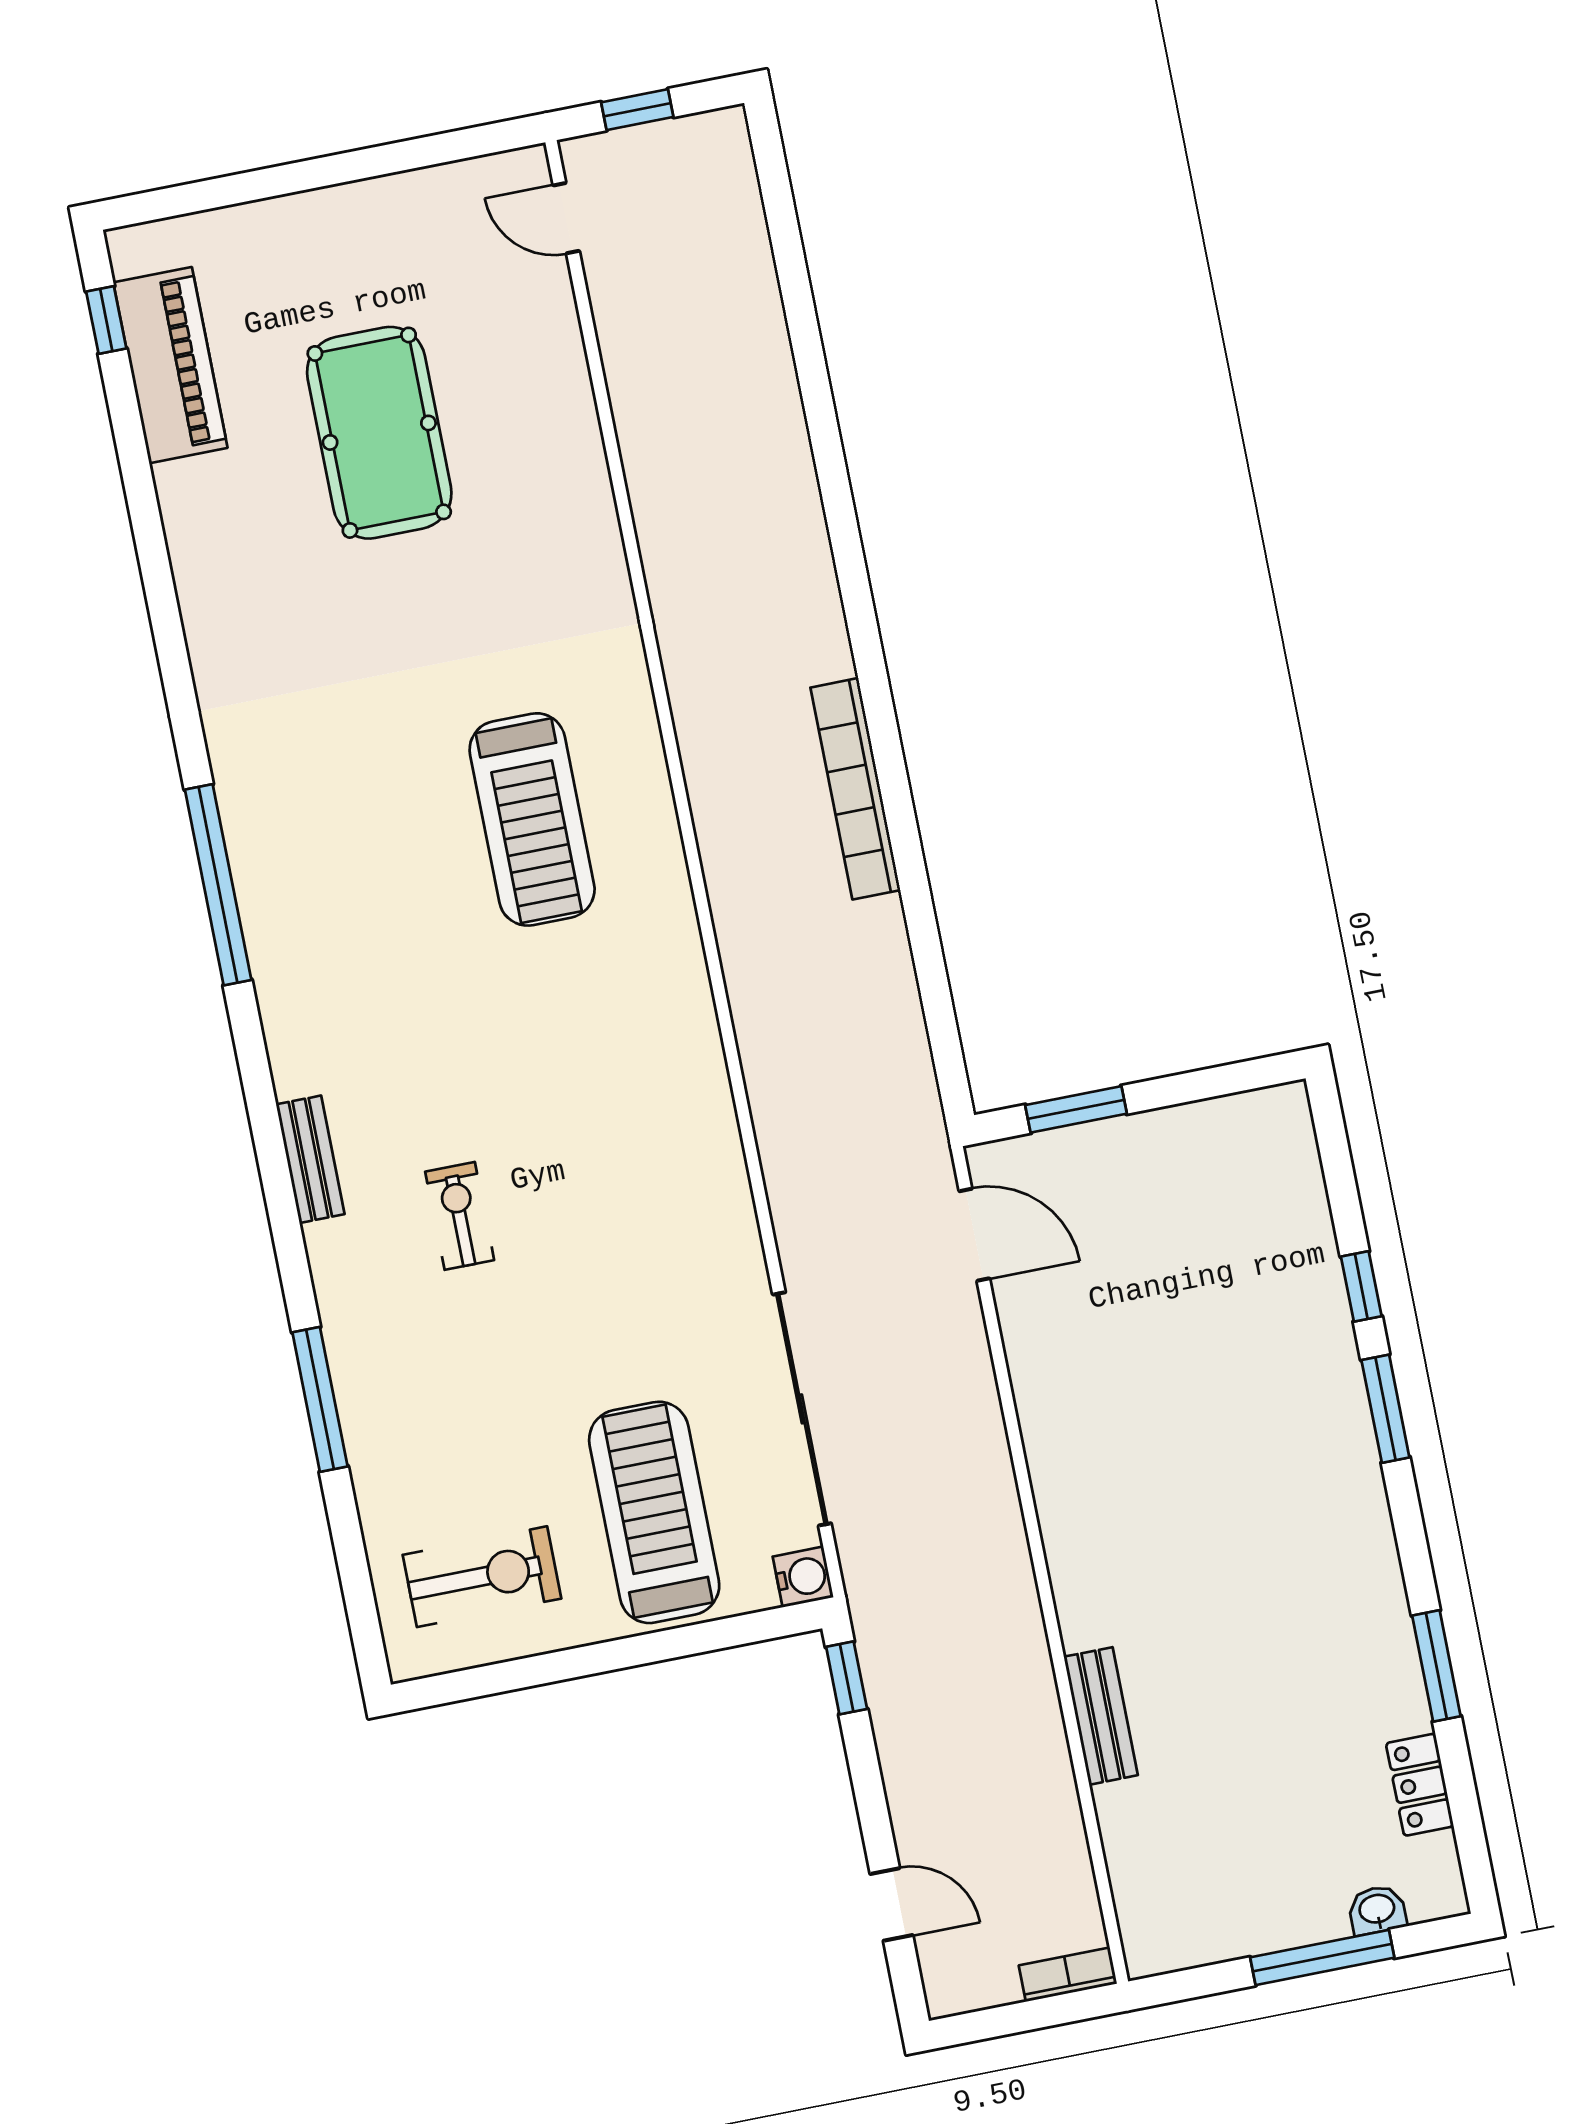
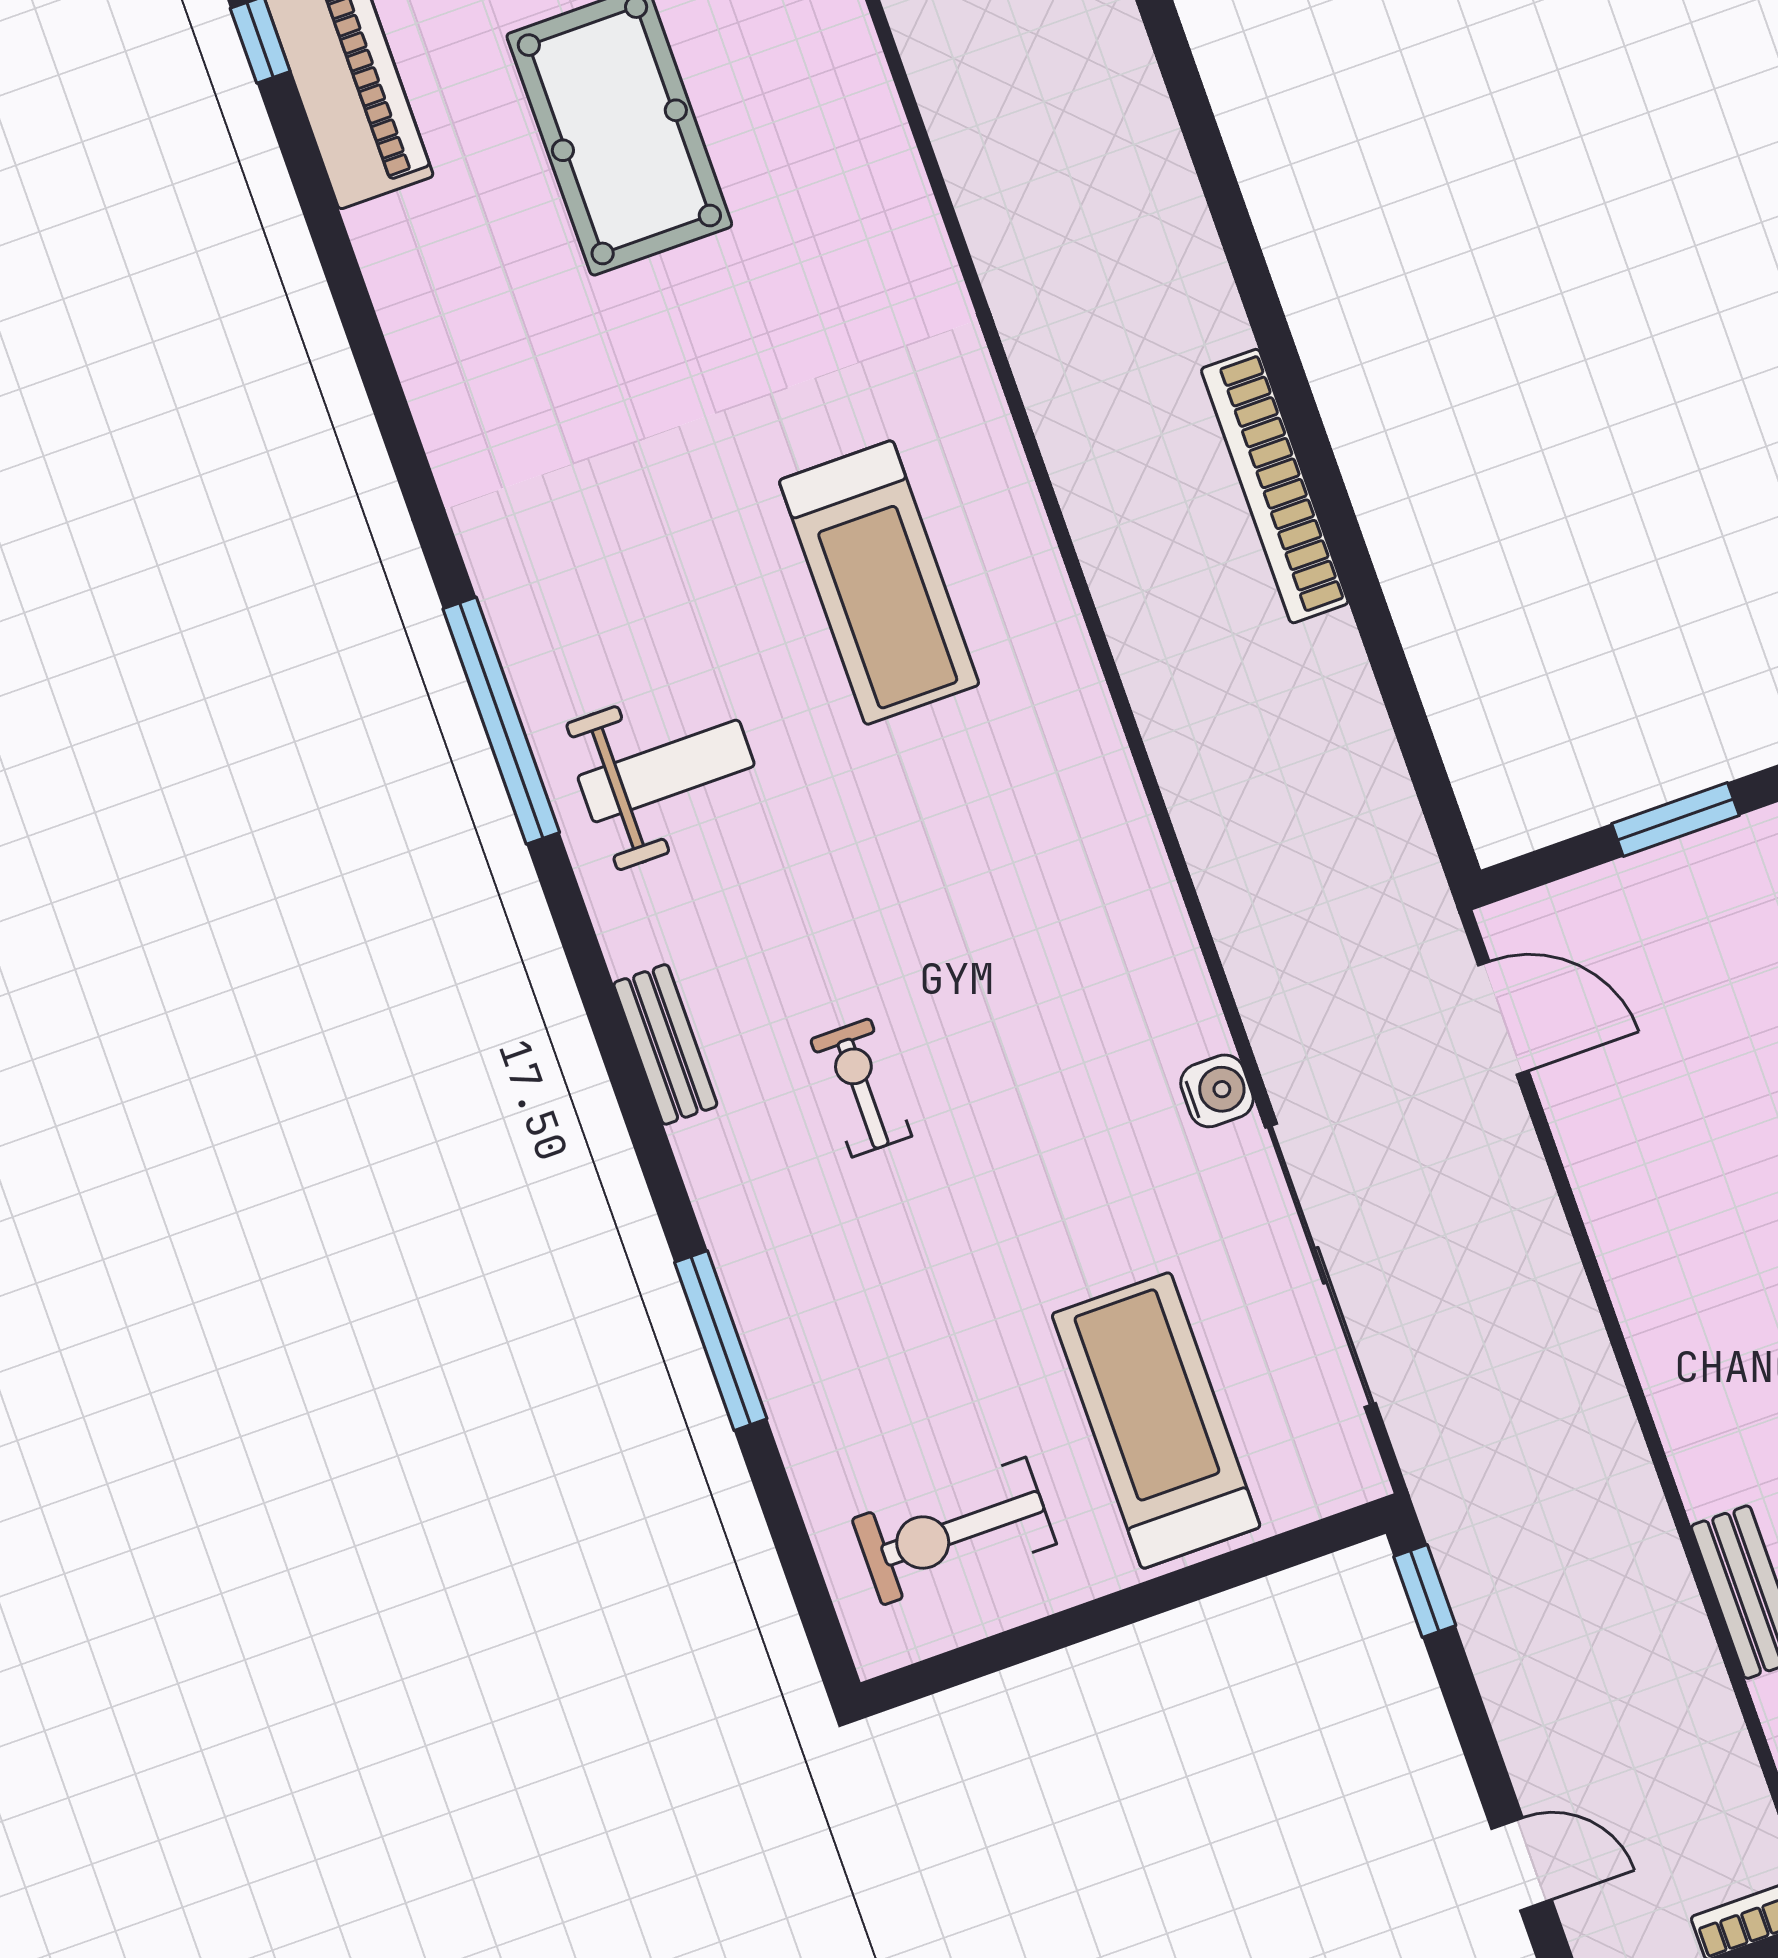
weight bench: (342, 944) -> (666, 771), added
window: (1076, 1109) -> (1675, 820), moved
exercise bike: (482, 1577) -> (954, 1531), turned 180
water cooler: (803, 1577) -> (1217, 1091), moved

